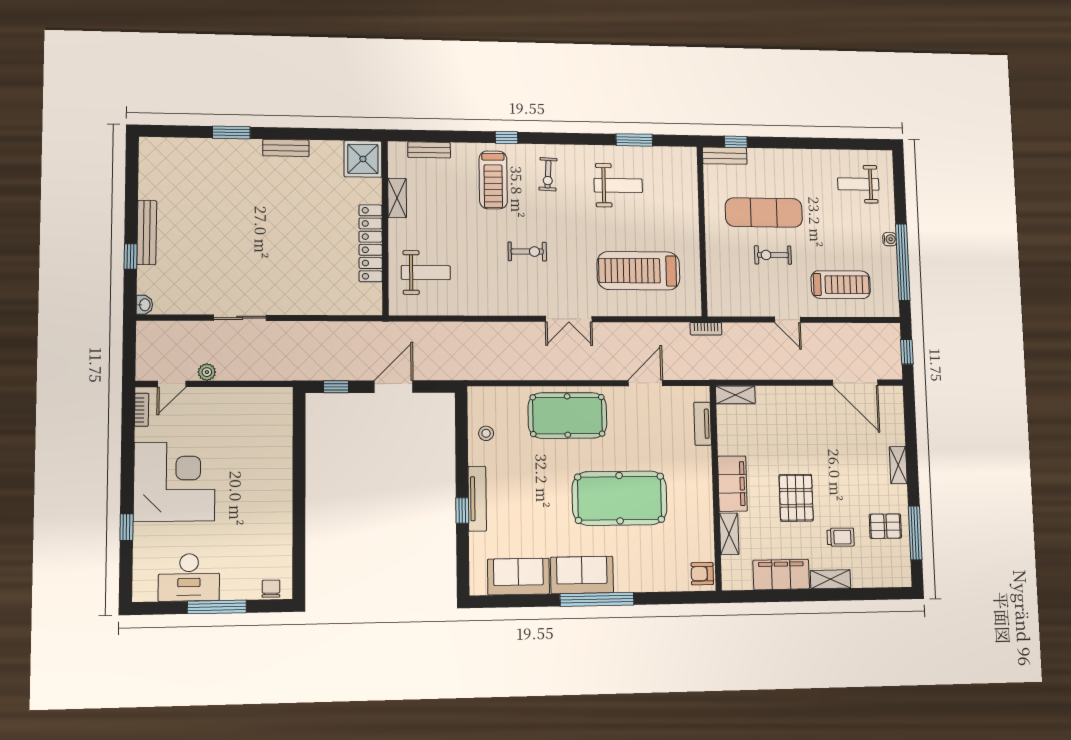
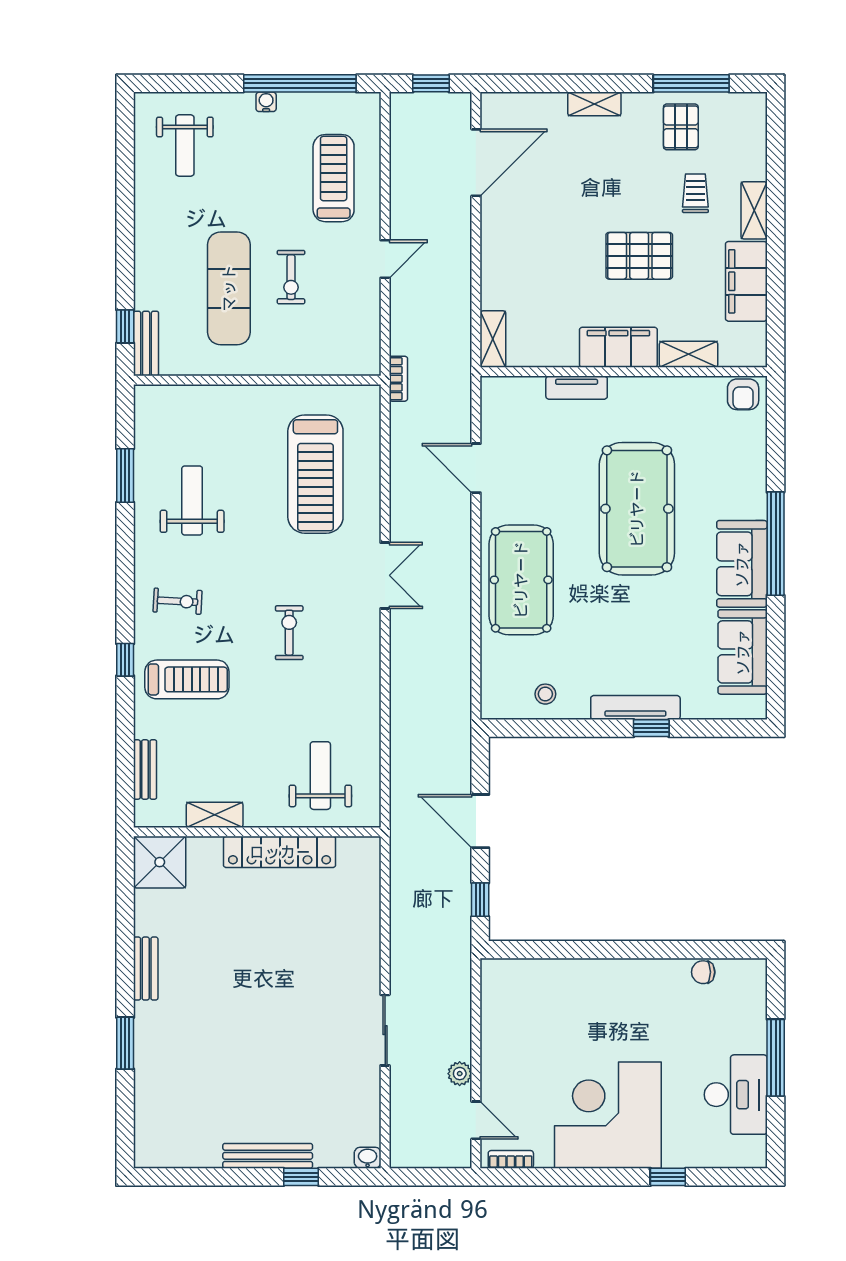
tv unit: (703, 424) -> (577, 388), moved
chair: (271, 589) -> (703, 972), moved

